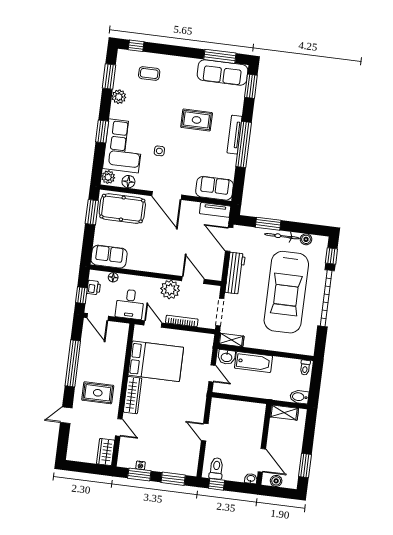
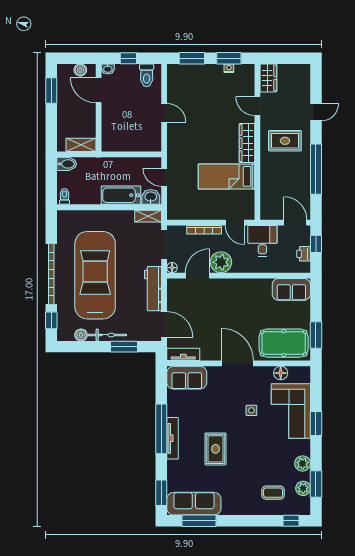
rug: (197, 120) -> (215, 449), turned 90
plant: (108, 177) -> (303, 488), moved
floor lamp: (113, 277) -> (172, 268), moved
door: (193, 280) -> (197, 276), swing flipped
bed: (156, 361) -> (227, 176), width x0.67
window: (217, 484) -> (128, 58), moved

